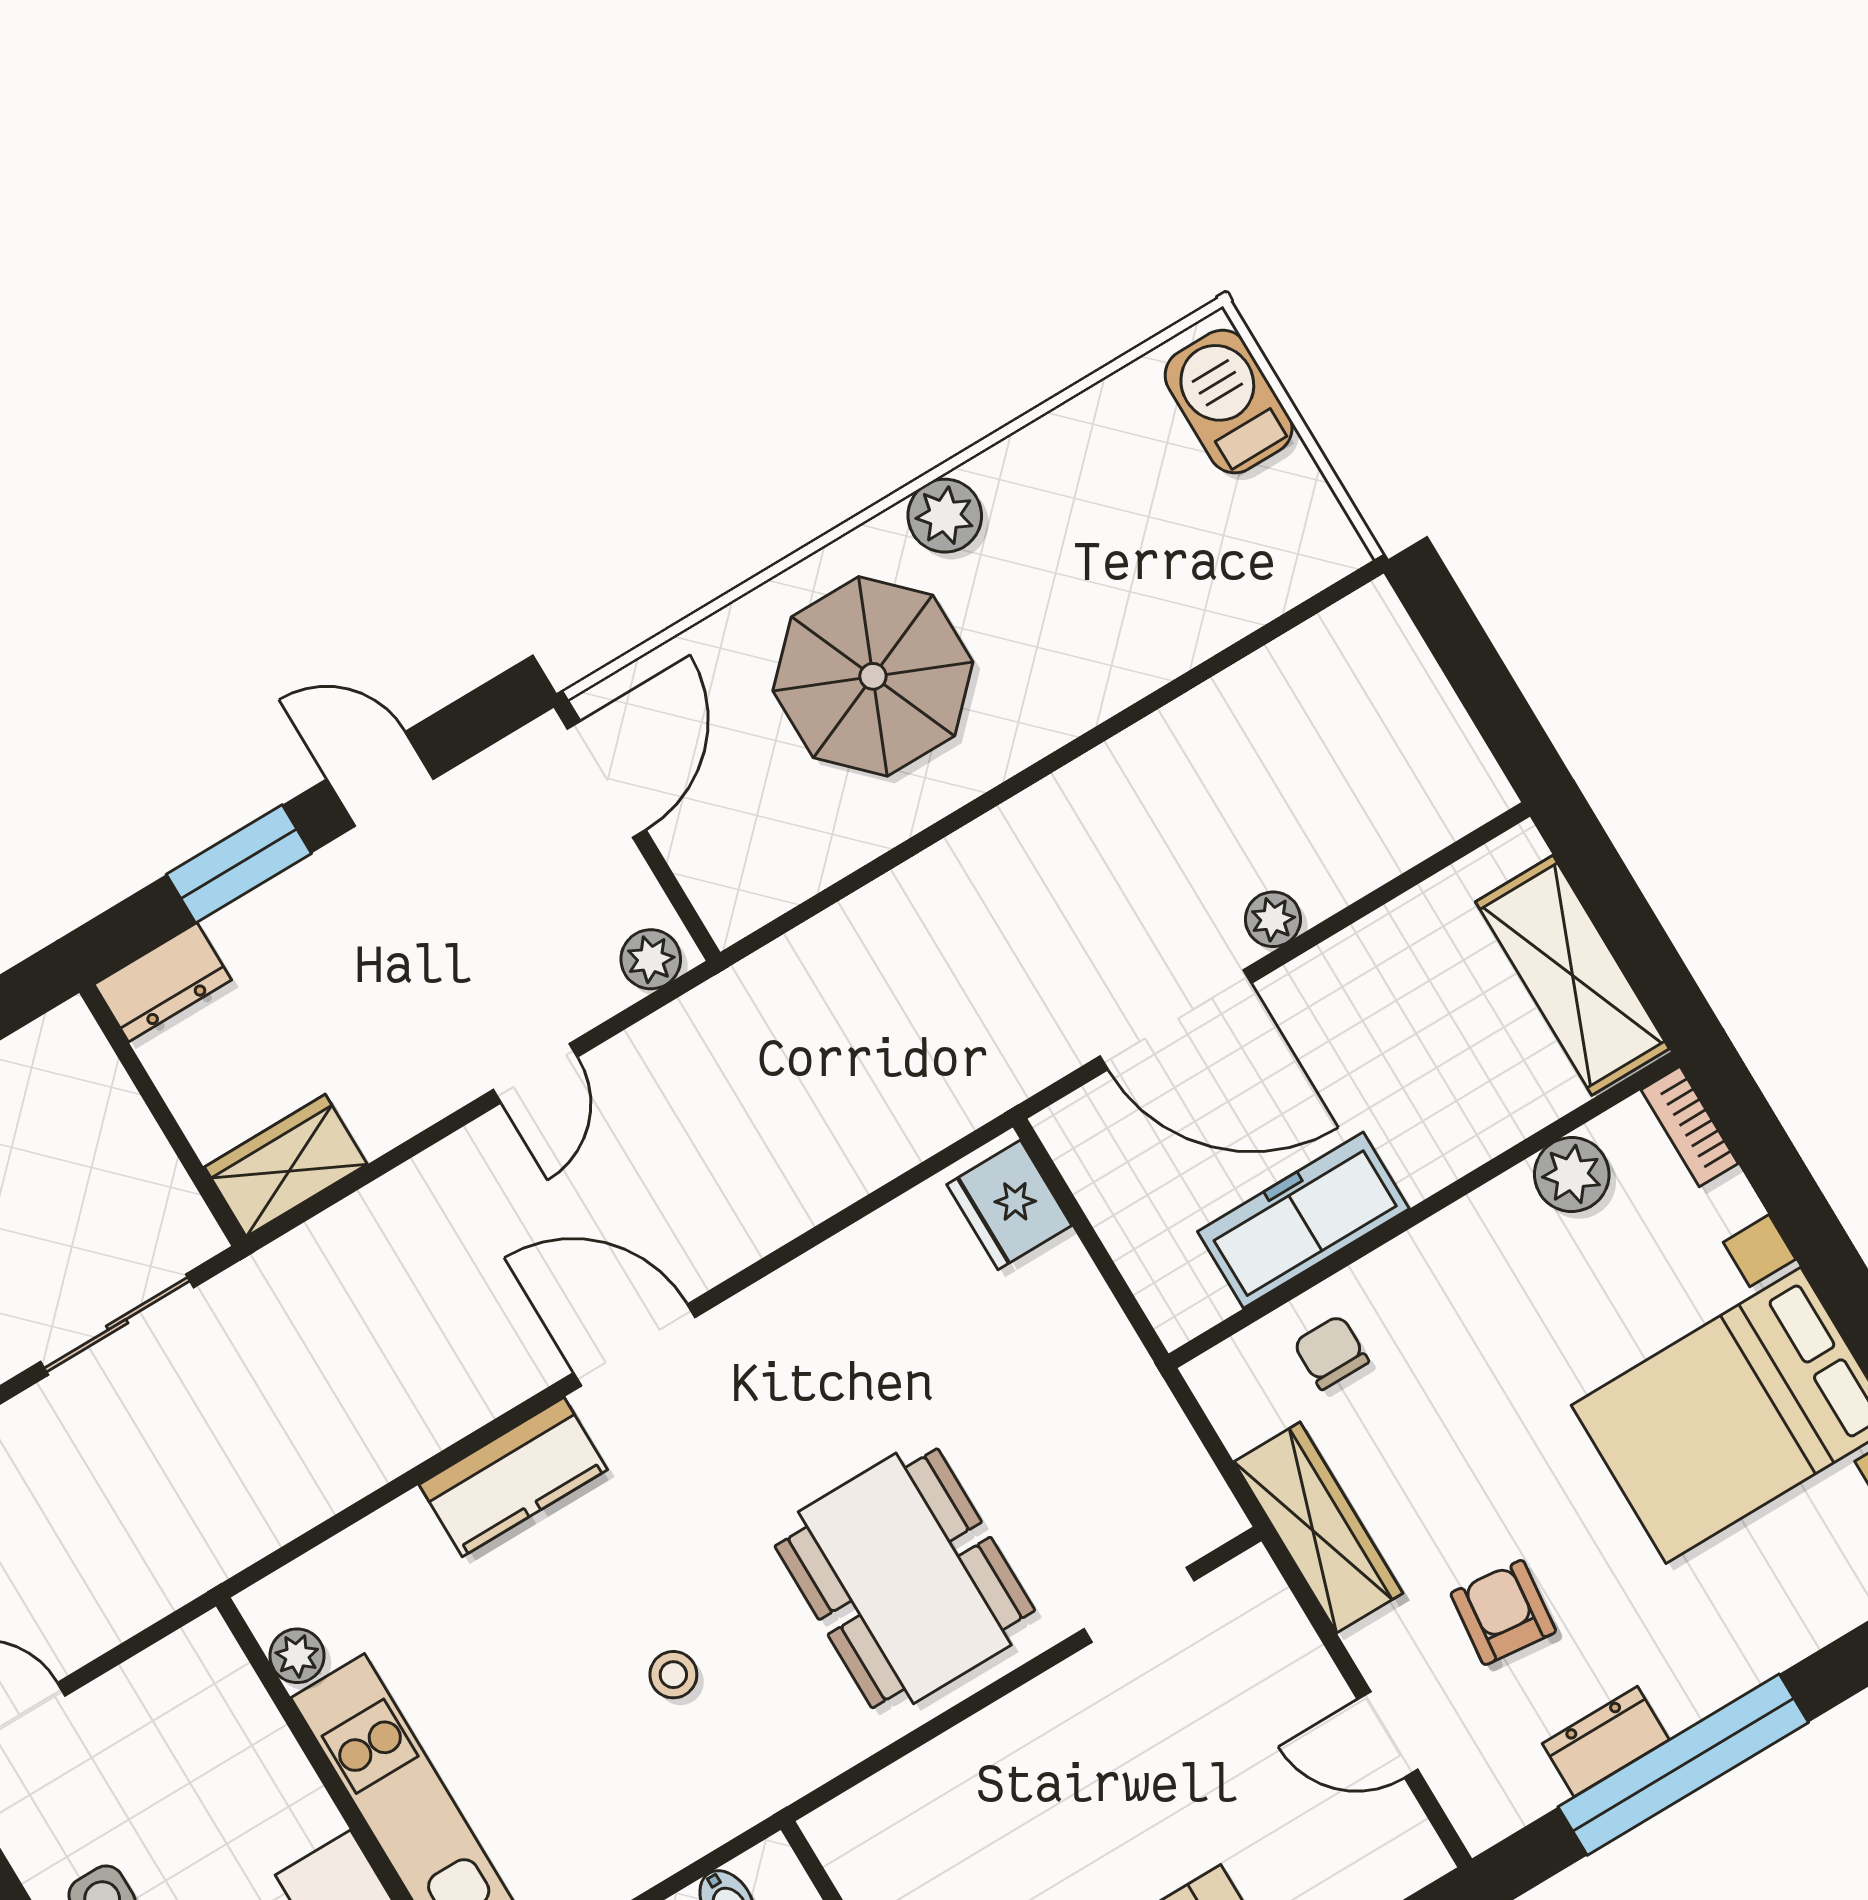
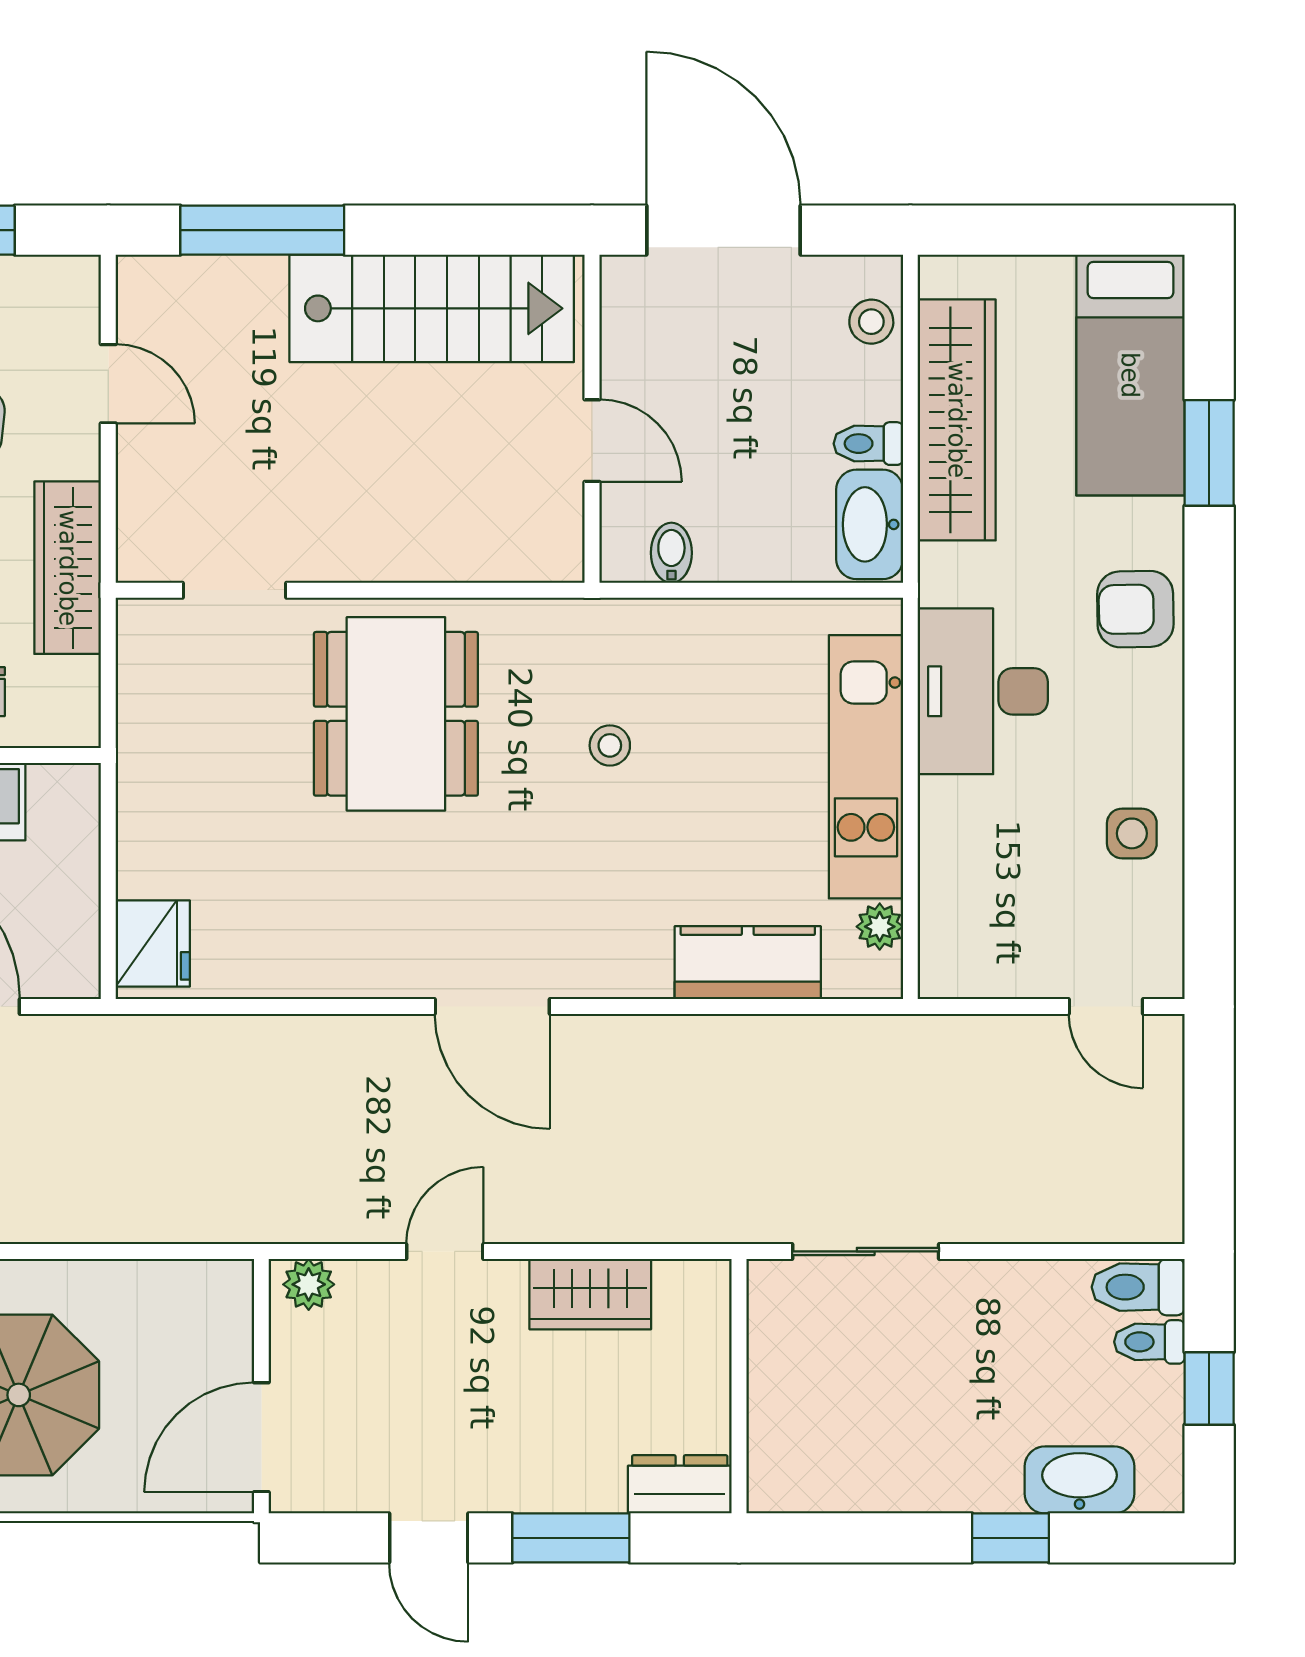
wardrobe: (286, 1166) -> (590, 1294), moved
kitchen counter: (513, 1477) -> (748, 963), moved

